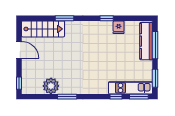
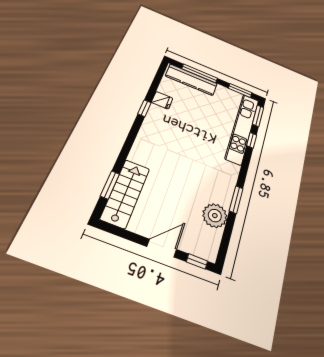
window: (65, 18) -> (110, 185), moved
door: (19, 50) -> (162, 248), moved
kitchen unit: (131, 88) -> (242, 129), width x1.36

